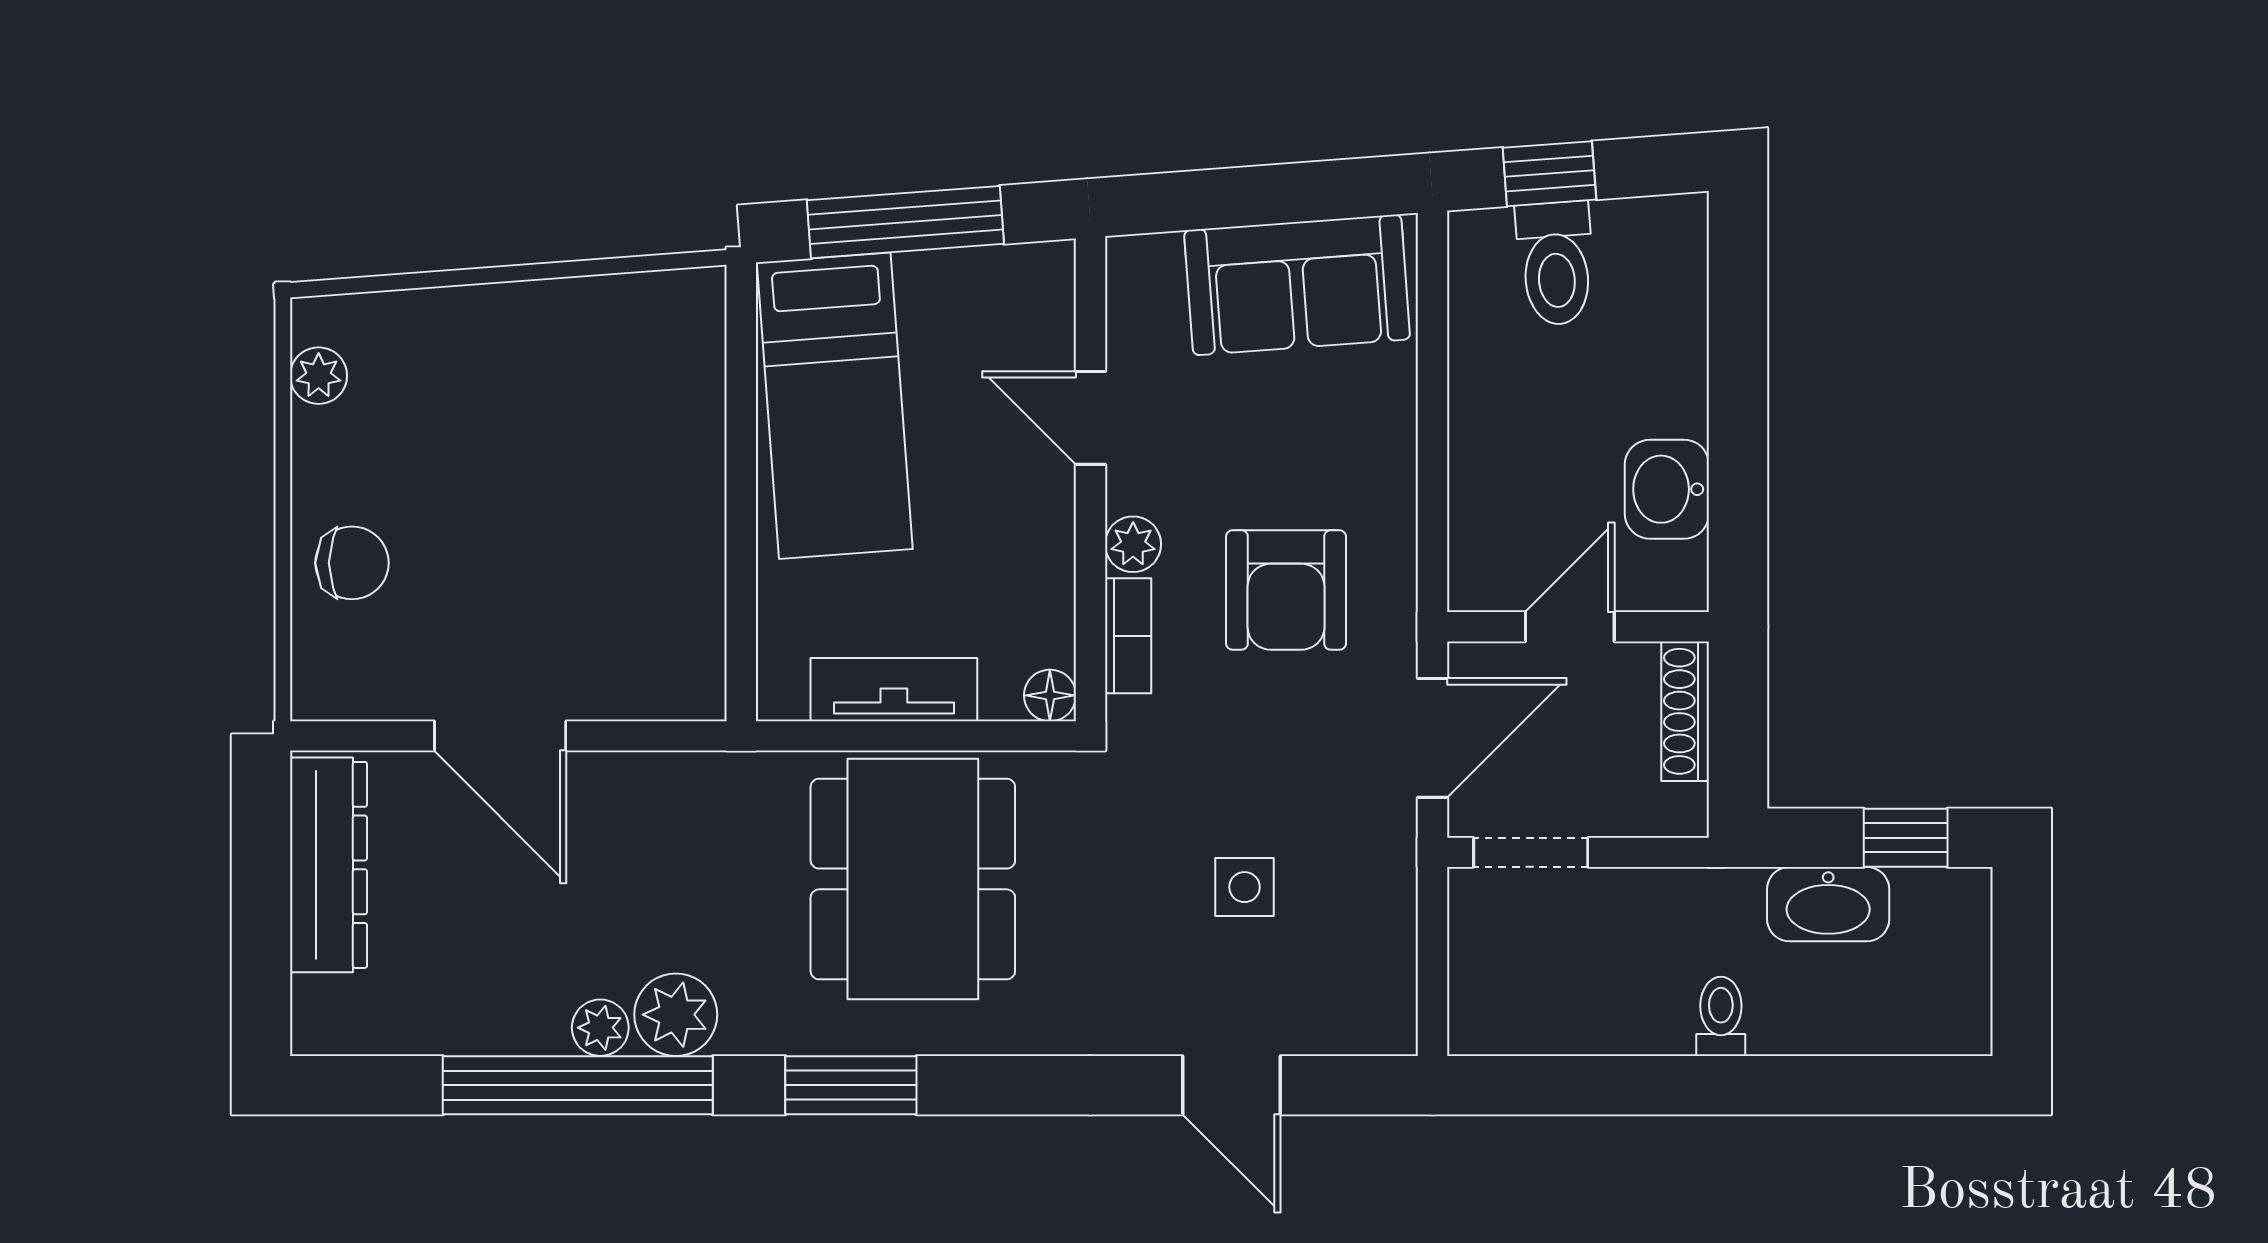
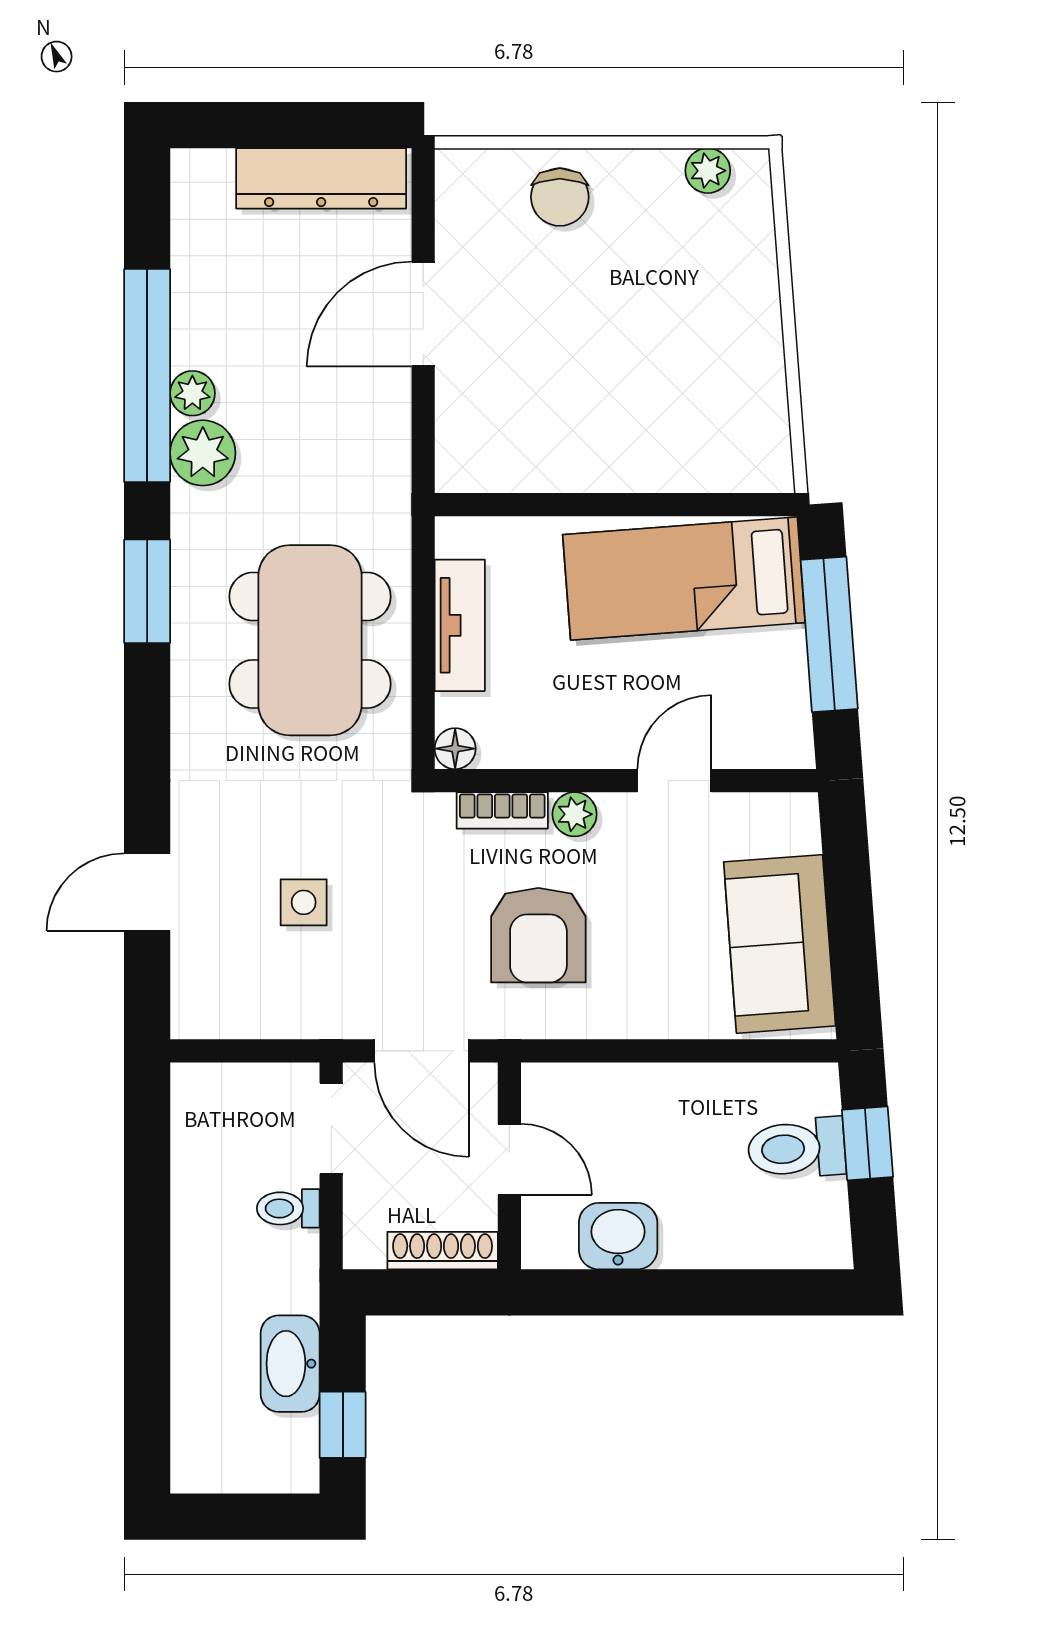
armchair: (1286, 590) -> (538, 935), turned -90
dining table: (913, 879) -> (310, 640), turned 90
toilet: (1721, 1016) -> (288, 1208), moved, turned 180

